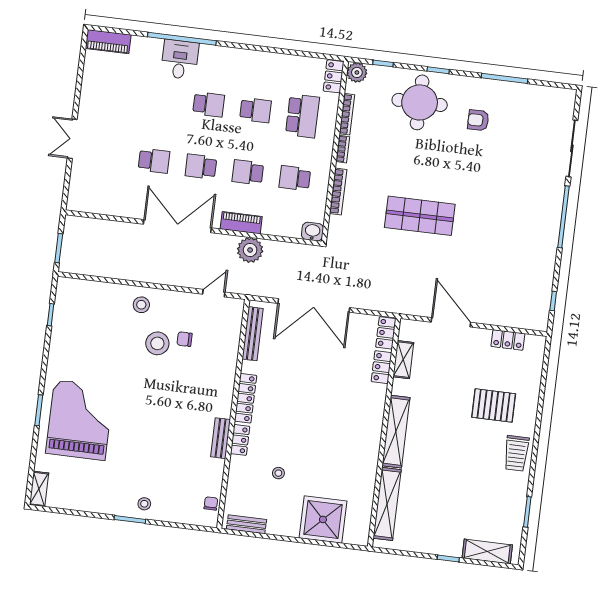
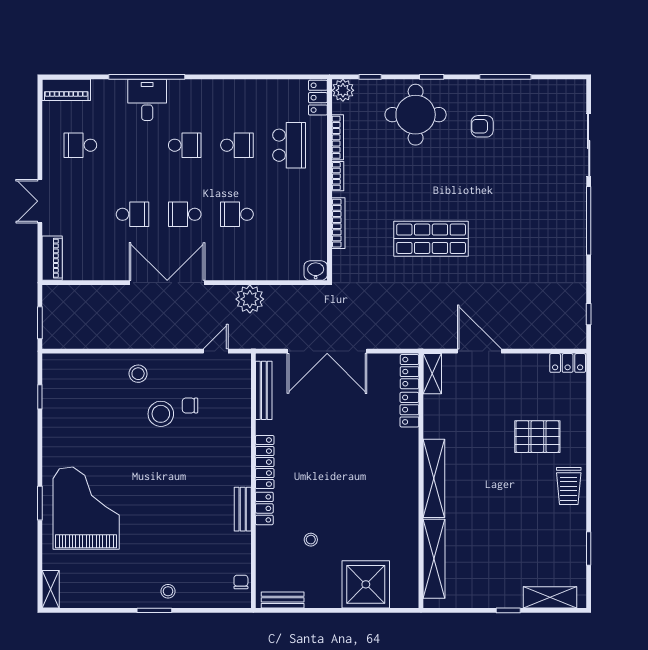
school desk: (295, 178) -> (80, 145), moved
piano: (241, 223) -> (52, 258), moved, turned 90
locker: (508, 340) -> (568, 363), moved
shelving: (403, 360) -> (432, 374), moved

